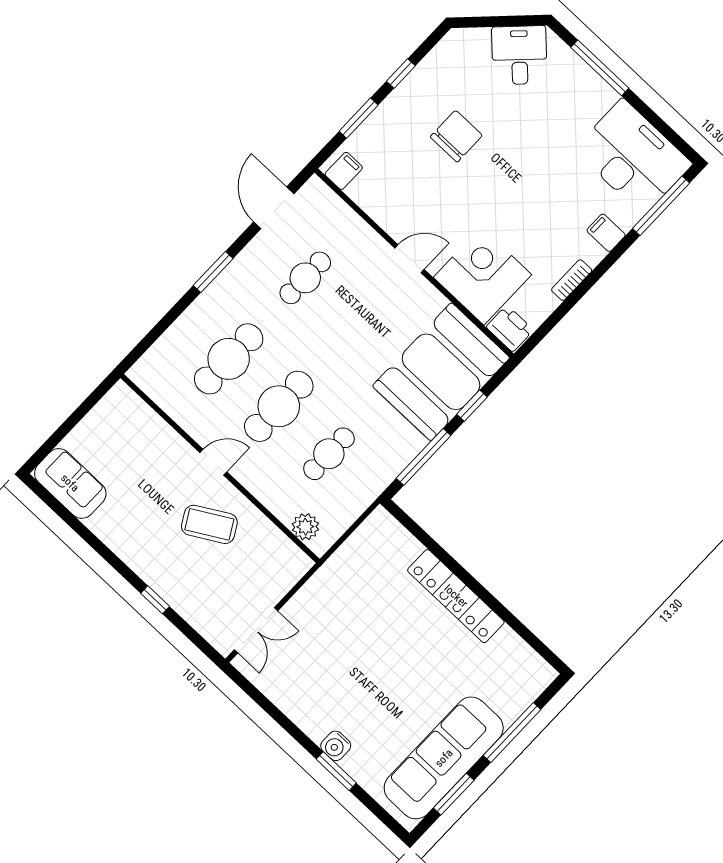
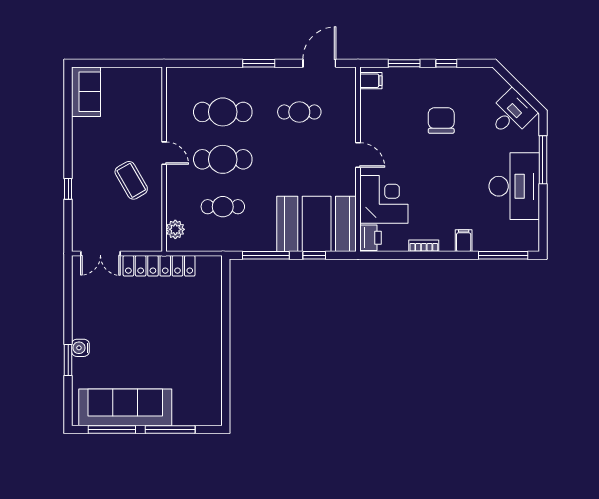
chair: (456, 136) -> (441, 120), turned -90
desk: (633, 157) -> (514, 186), moved
locker: (456, 596) -> (159, 266), moved, turned -90
window: (454, 794) -> (112, 429), width x1.44

